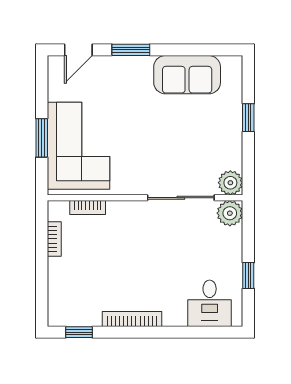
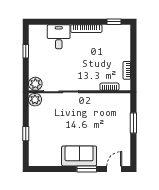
sofa: (187, 75) -> (79, 156), moved
corner sofa: (78, 146) -> (114, 119), removed
desk: (210, 303) -> (59, 37), moved

